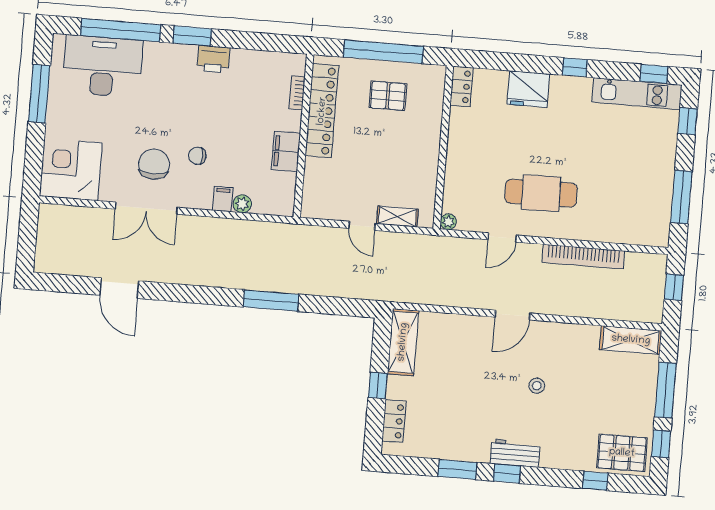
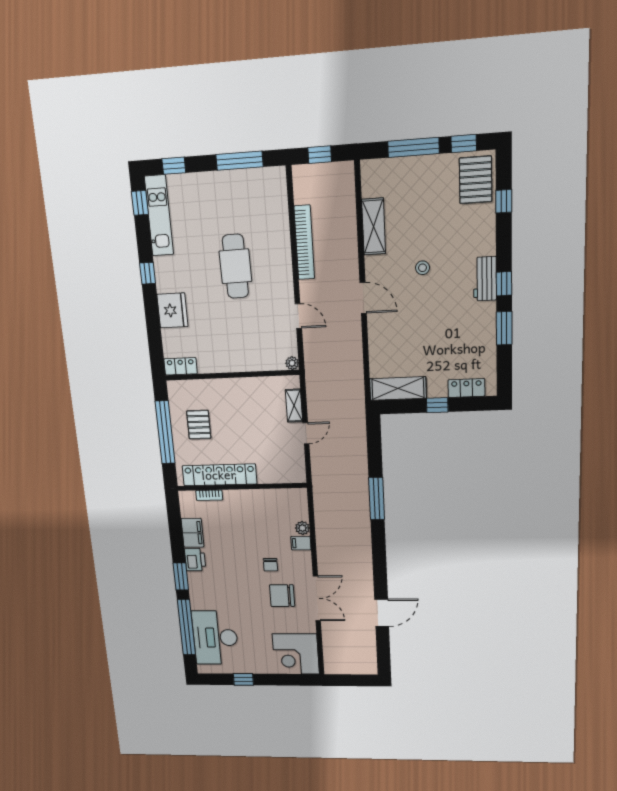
window: (39, 94) -> (243, 679), width x0.46
filing cabinet: (286, 152) -> (192, 533), moved, turned -90
cafe table: (541, 193) -> (235, 266), moved
shelving: (631, 340) -> (374, 227), moved

